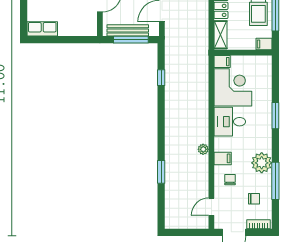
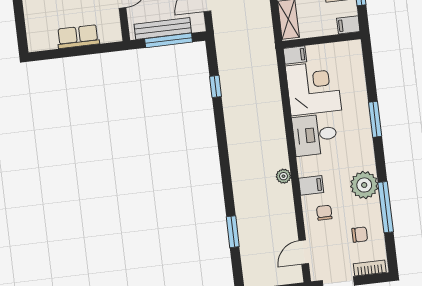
row of seats: (42, 29) -> (78, 37), moved
window: (161, 172) -> (233, 232), moved

